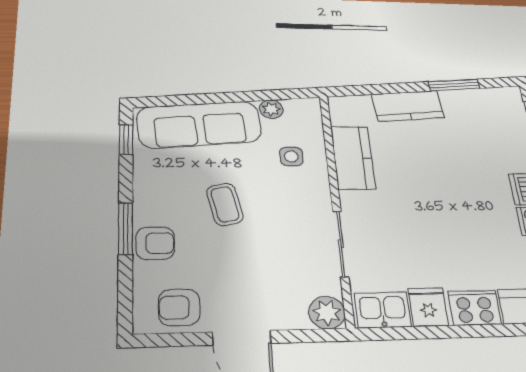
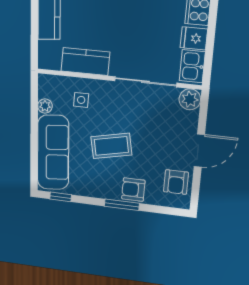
coffee table: (225, 204) -> (111, 146), width x1.36, depth x1.30
armchair: (155, 243) -> (133, 190), turned -90
sliding door: (341, 244) -> (145, 82), width x1.37

